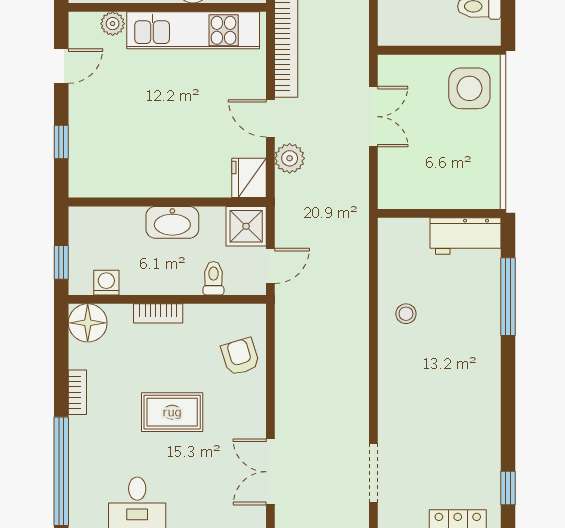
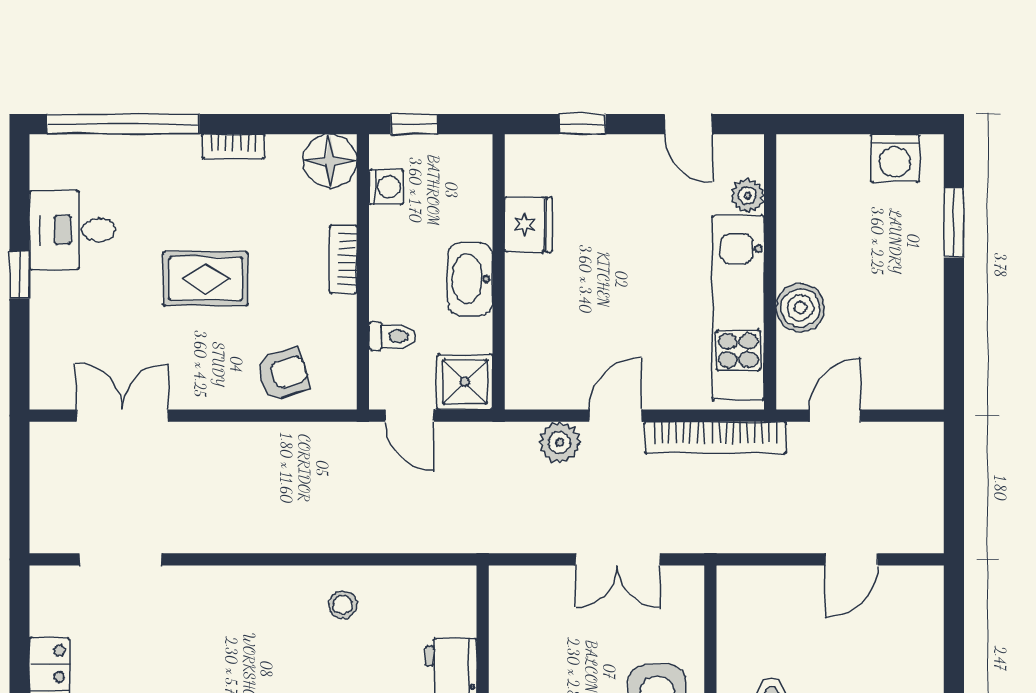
fridge: (249, 178) -> (528, 225), moved, turned 90
rug: (172, 412) -> (206, 279), turned 90

